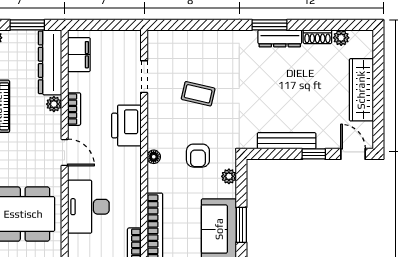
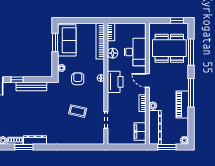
window: (269, 25) -> (24, 147), moved
printer: (126, 126) -> (115, 82), moved
floor lamp: (131, 205) -> (113, 53), added

